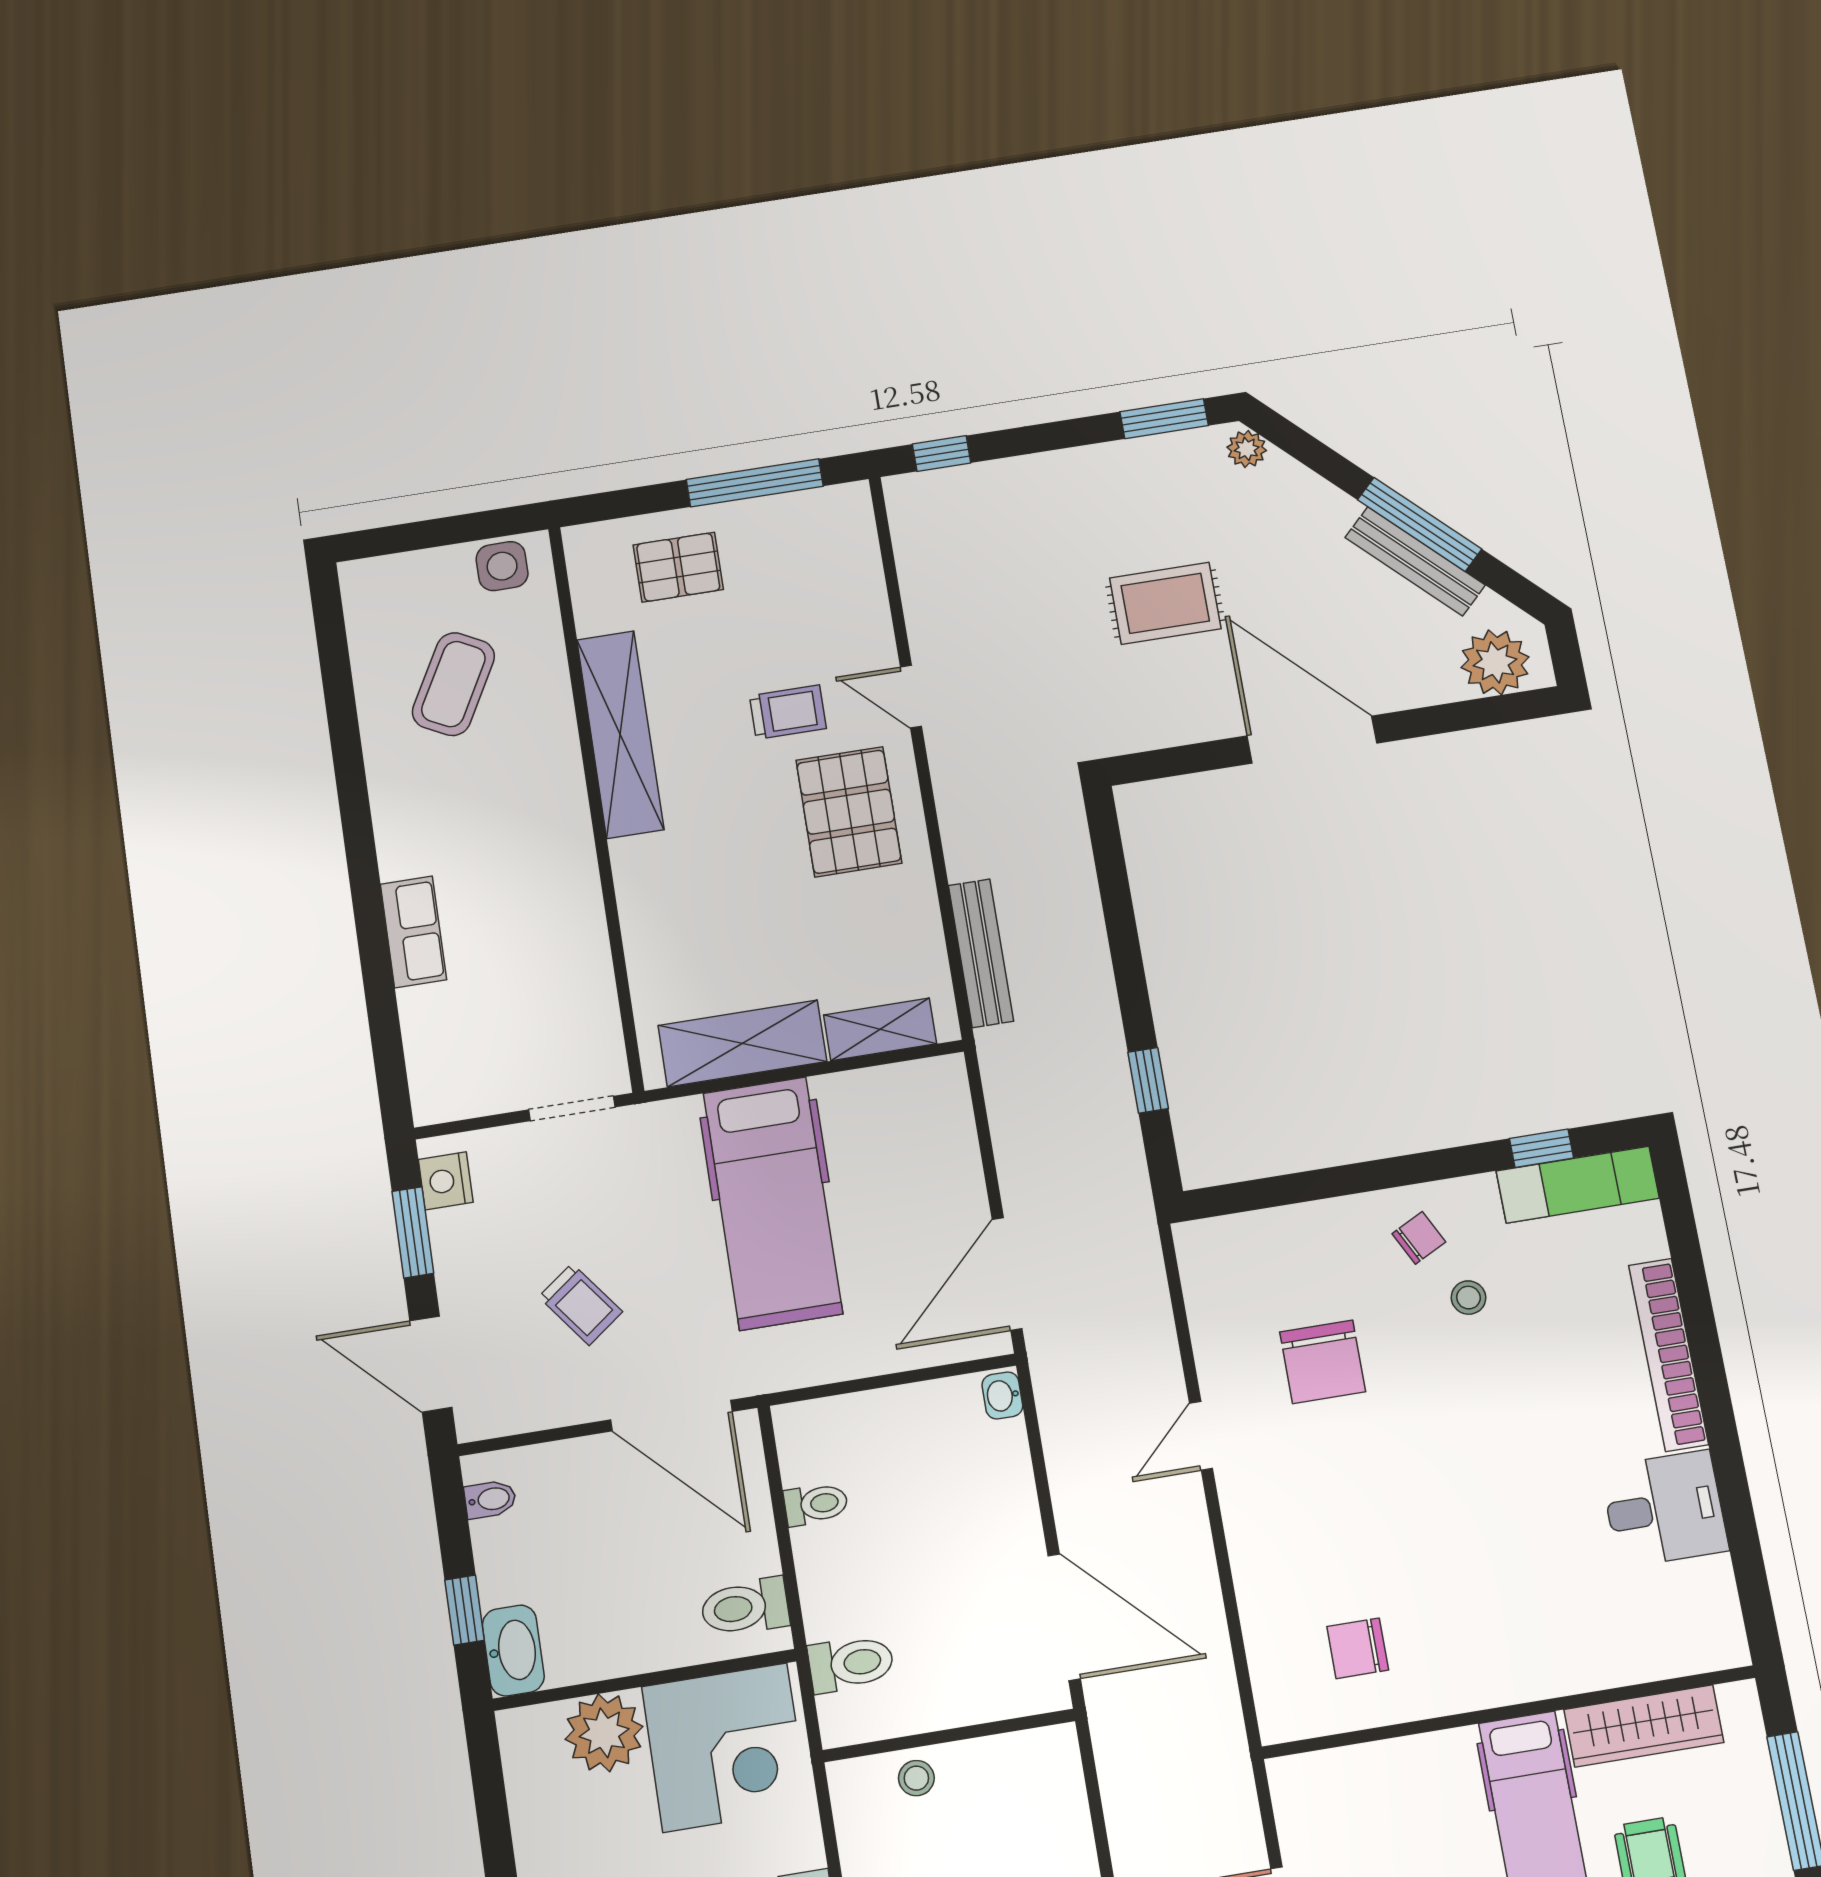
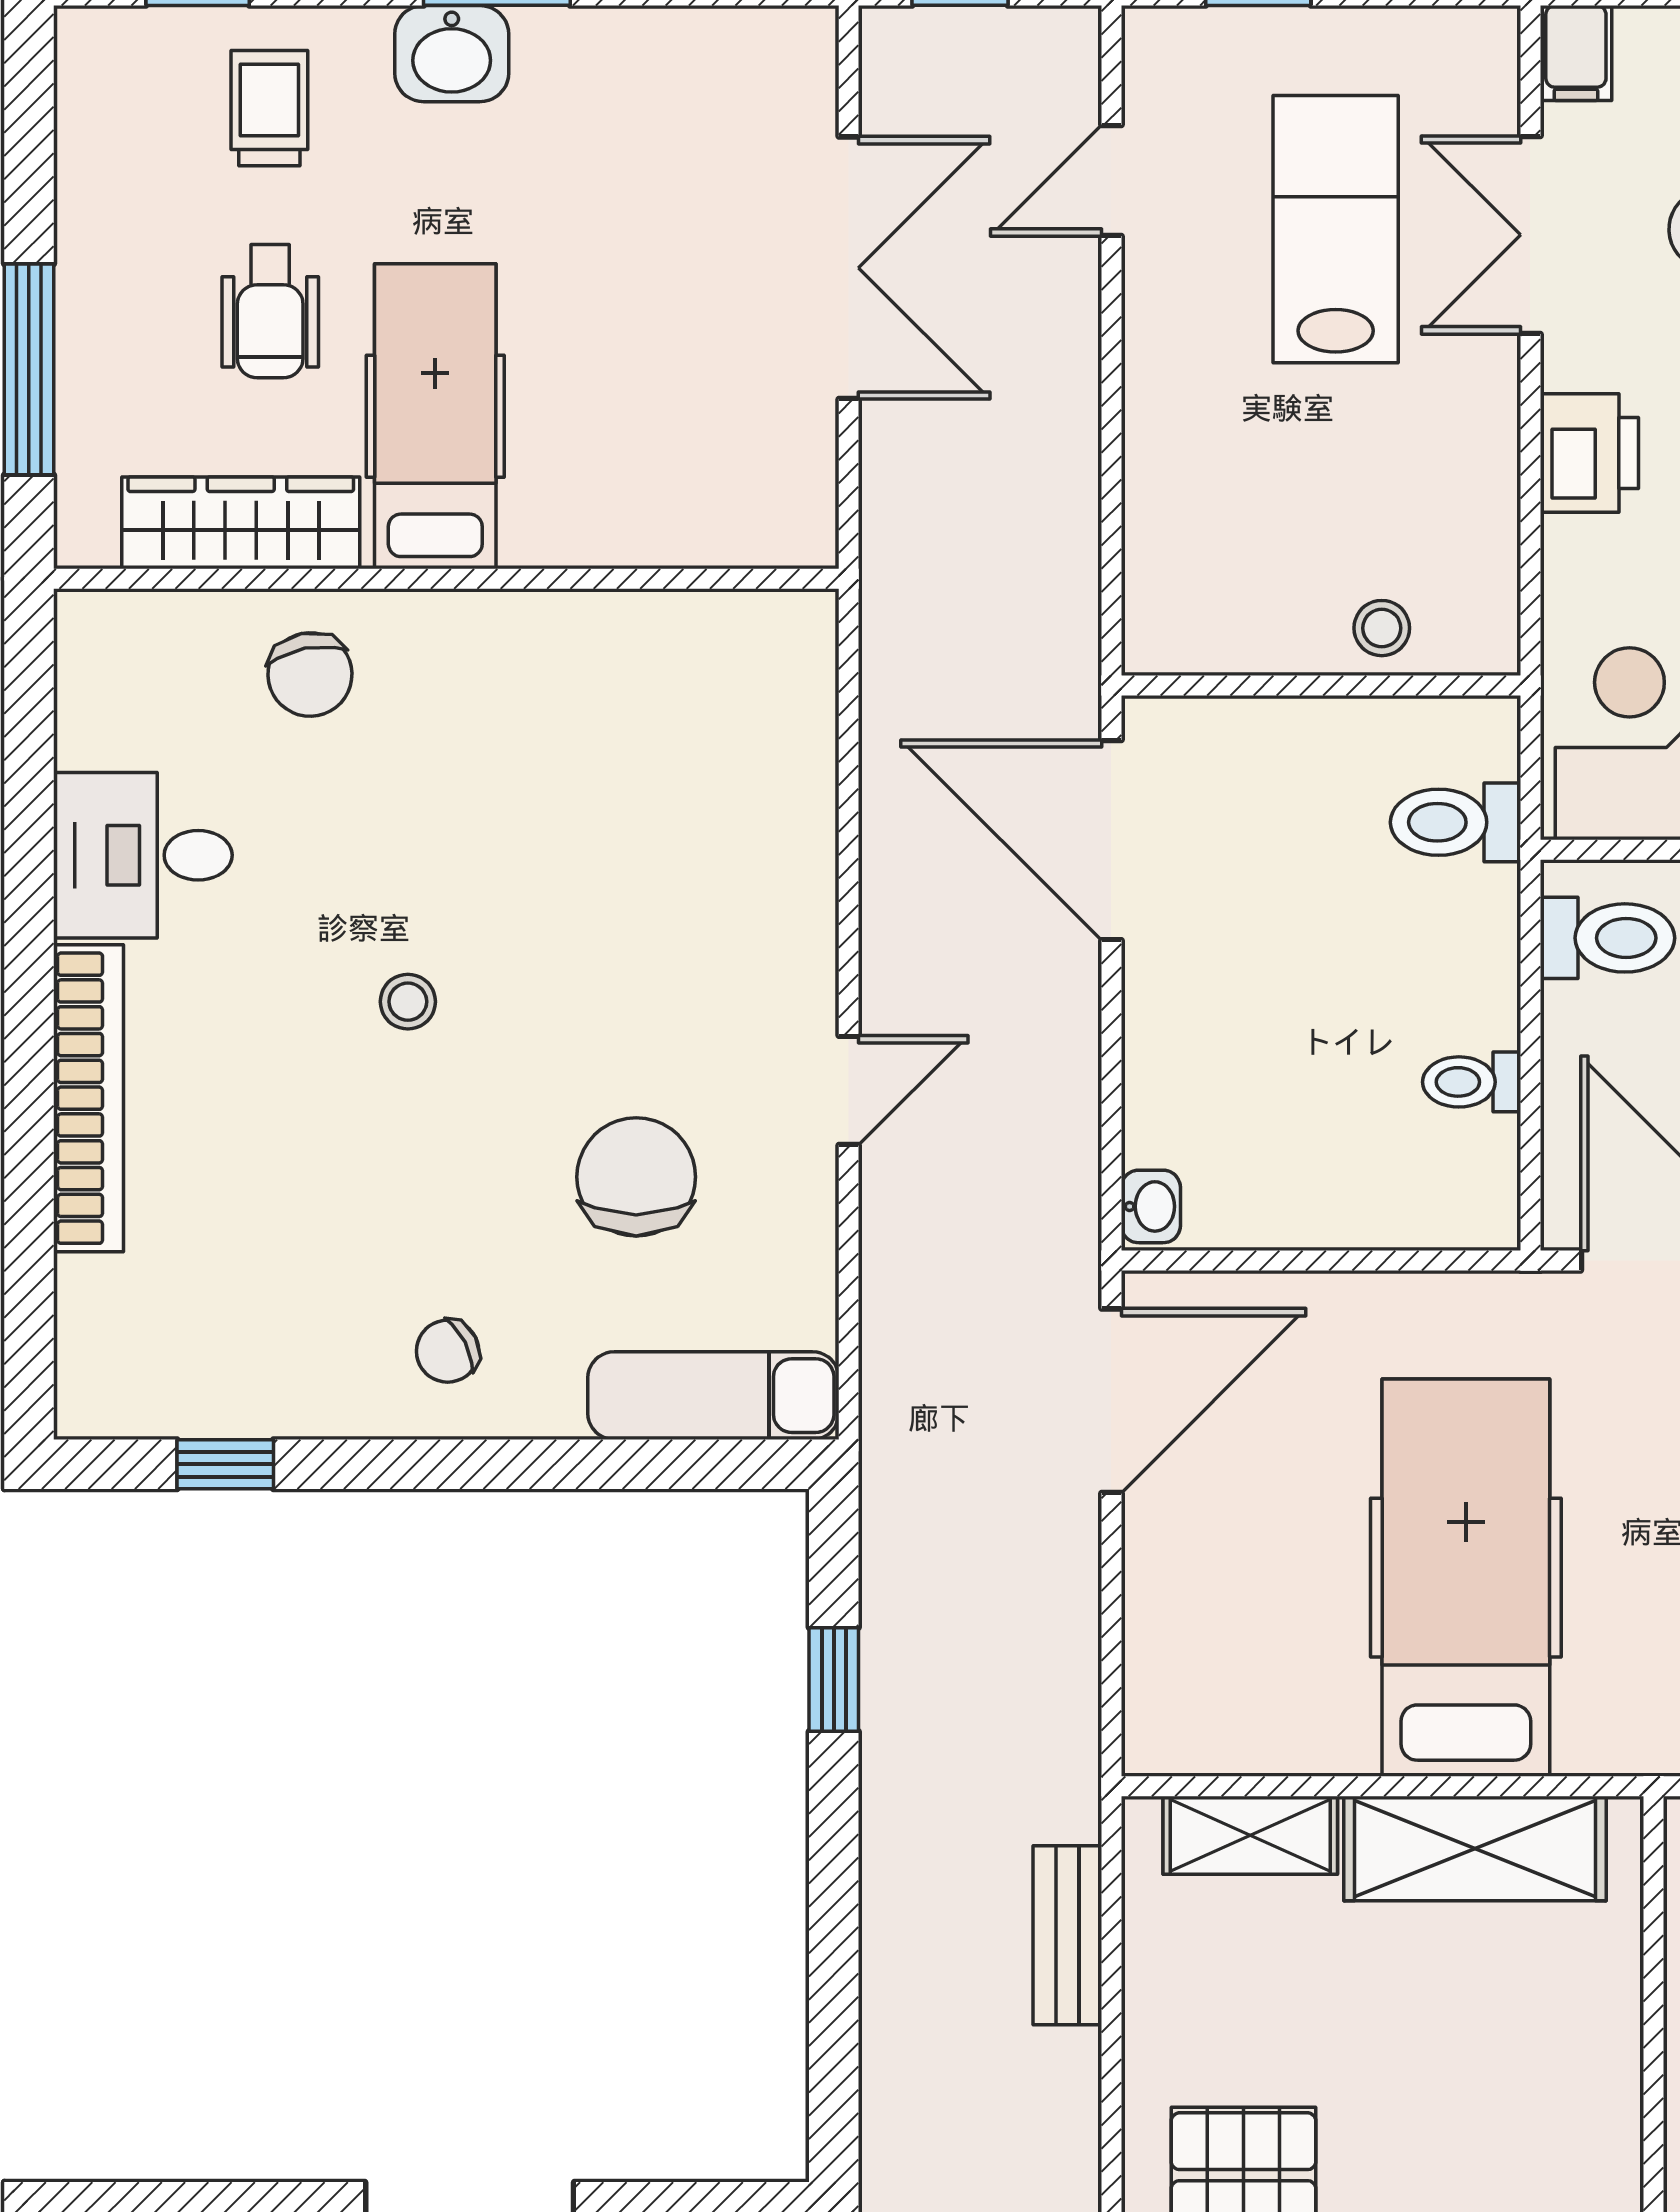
bench: (981, 953) -> (1067, 1935), width x0.73
exam couch: (1578, 1185) -> (713, 1396), moved
stool: (1468, 1298) -> (408, 1002), moved
chair: (1358, 1648) -> (310, 675), moved, turned 79

